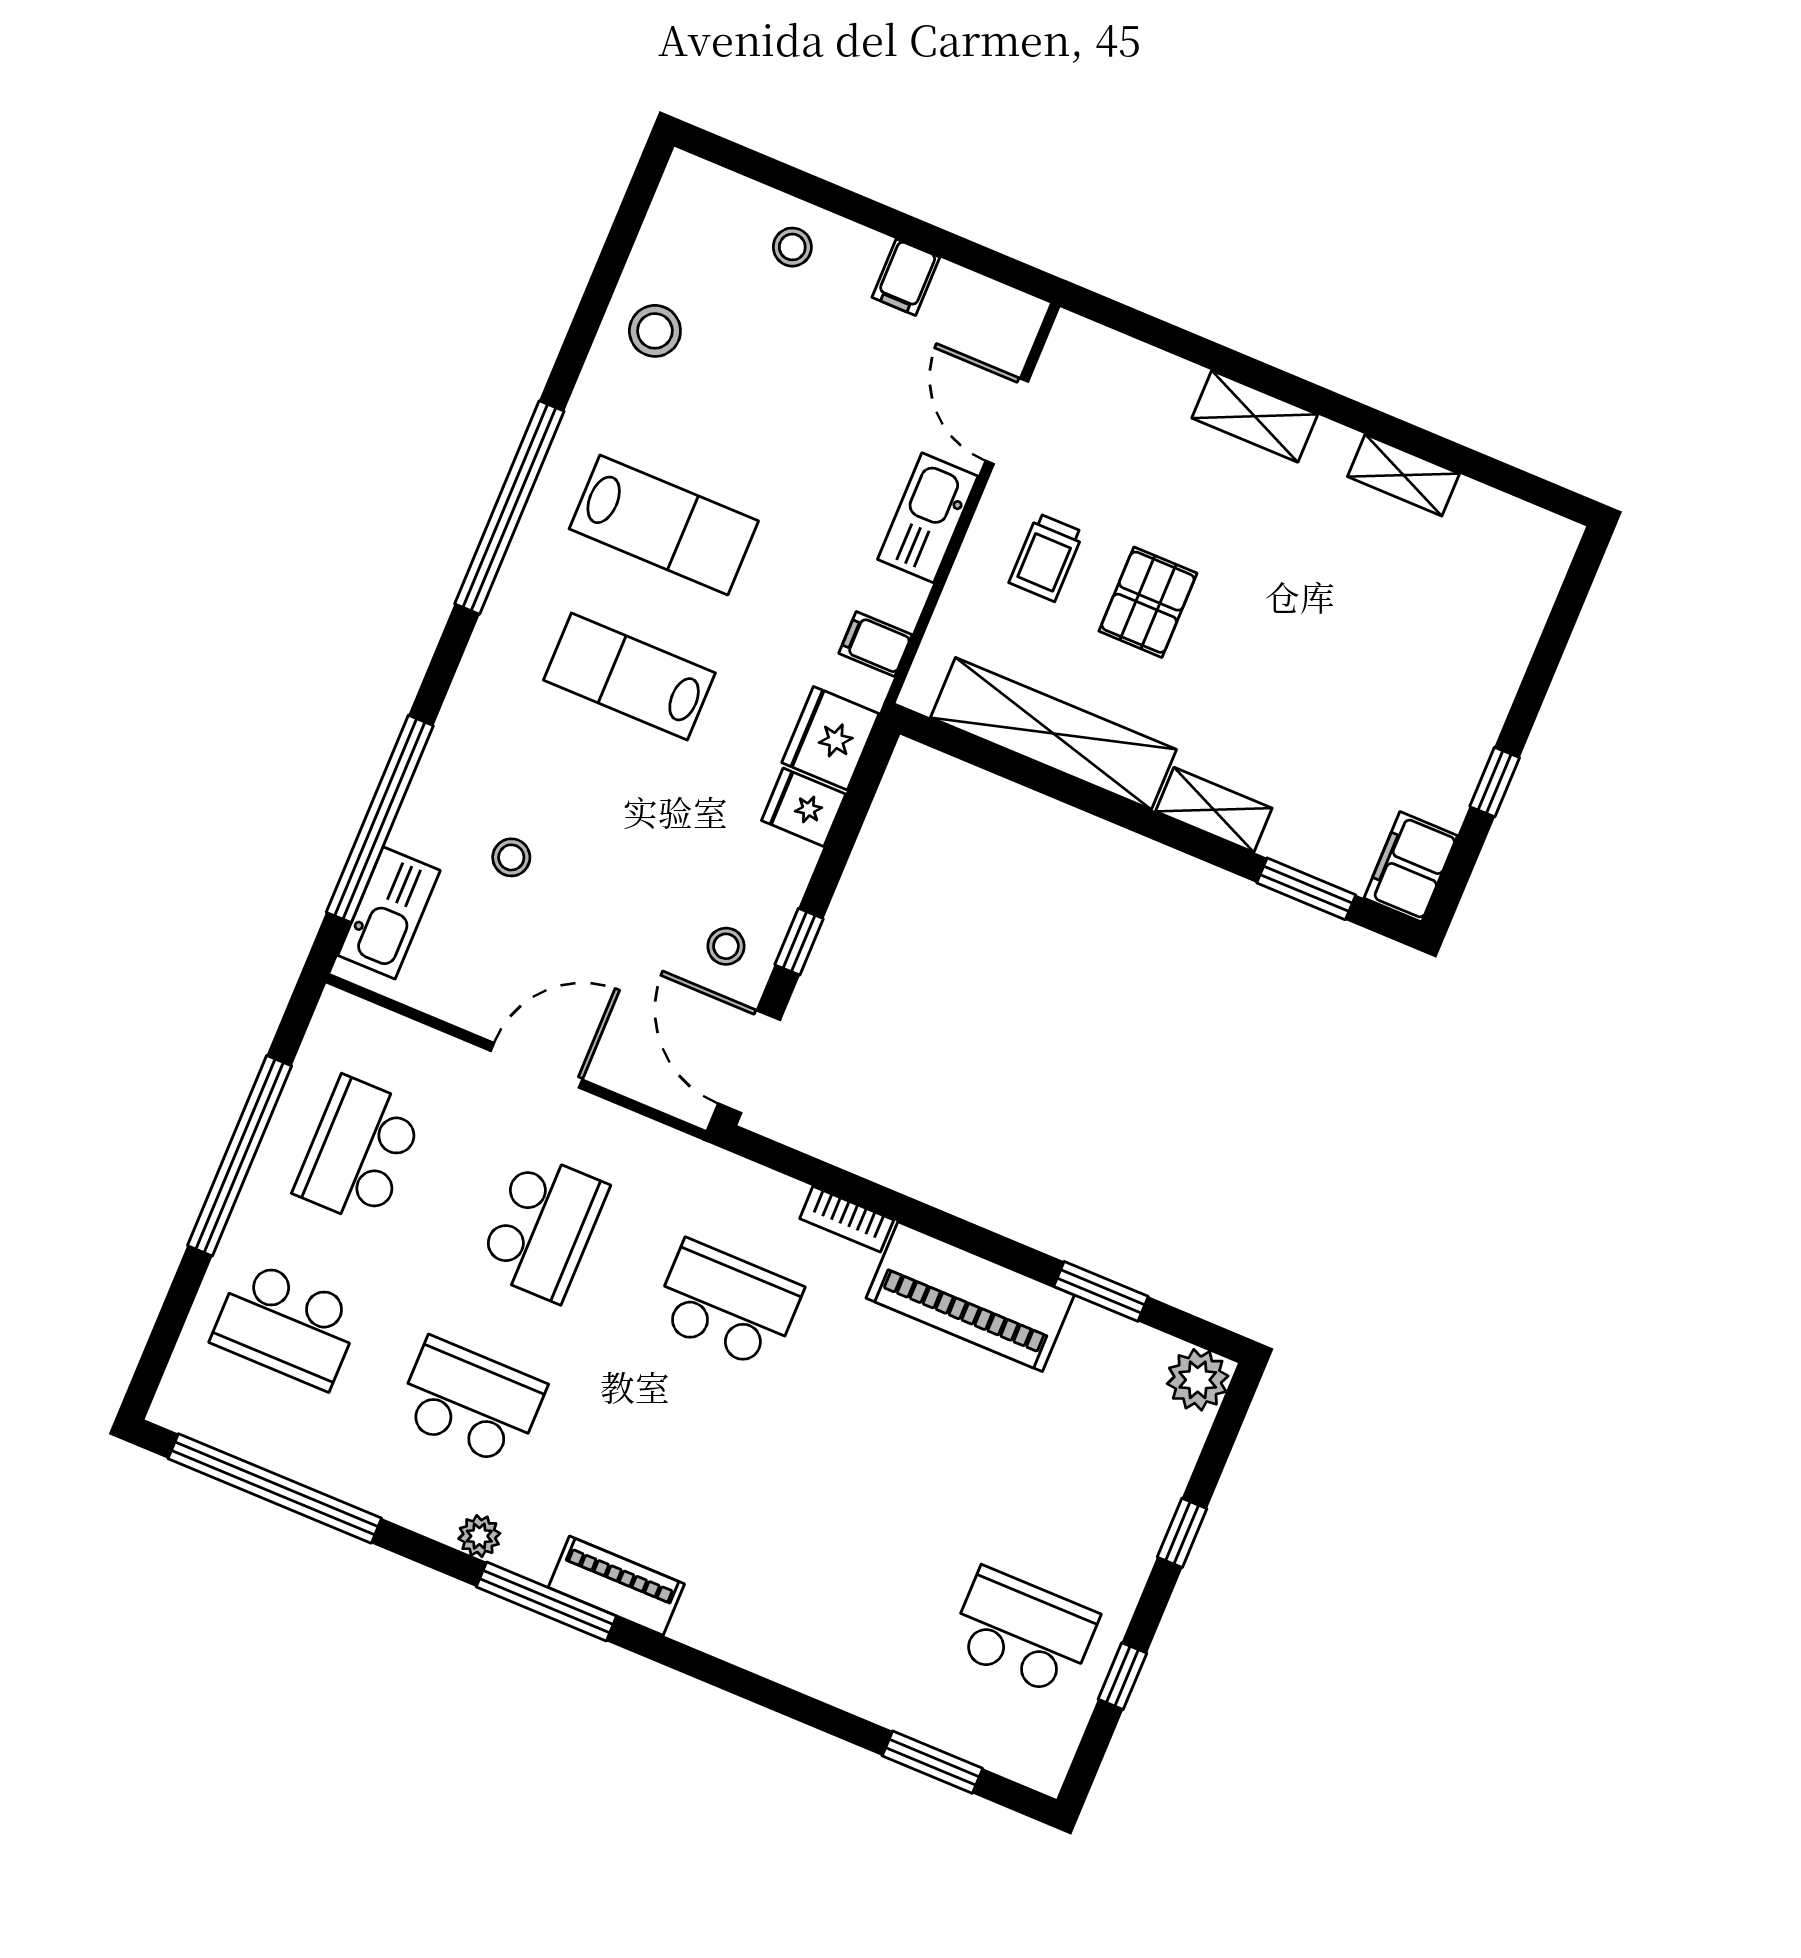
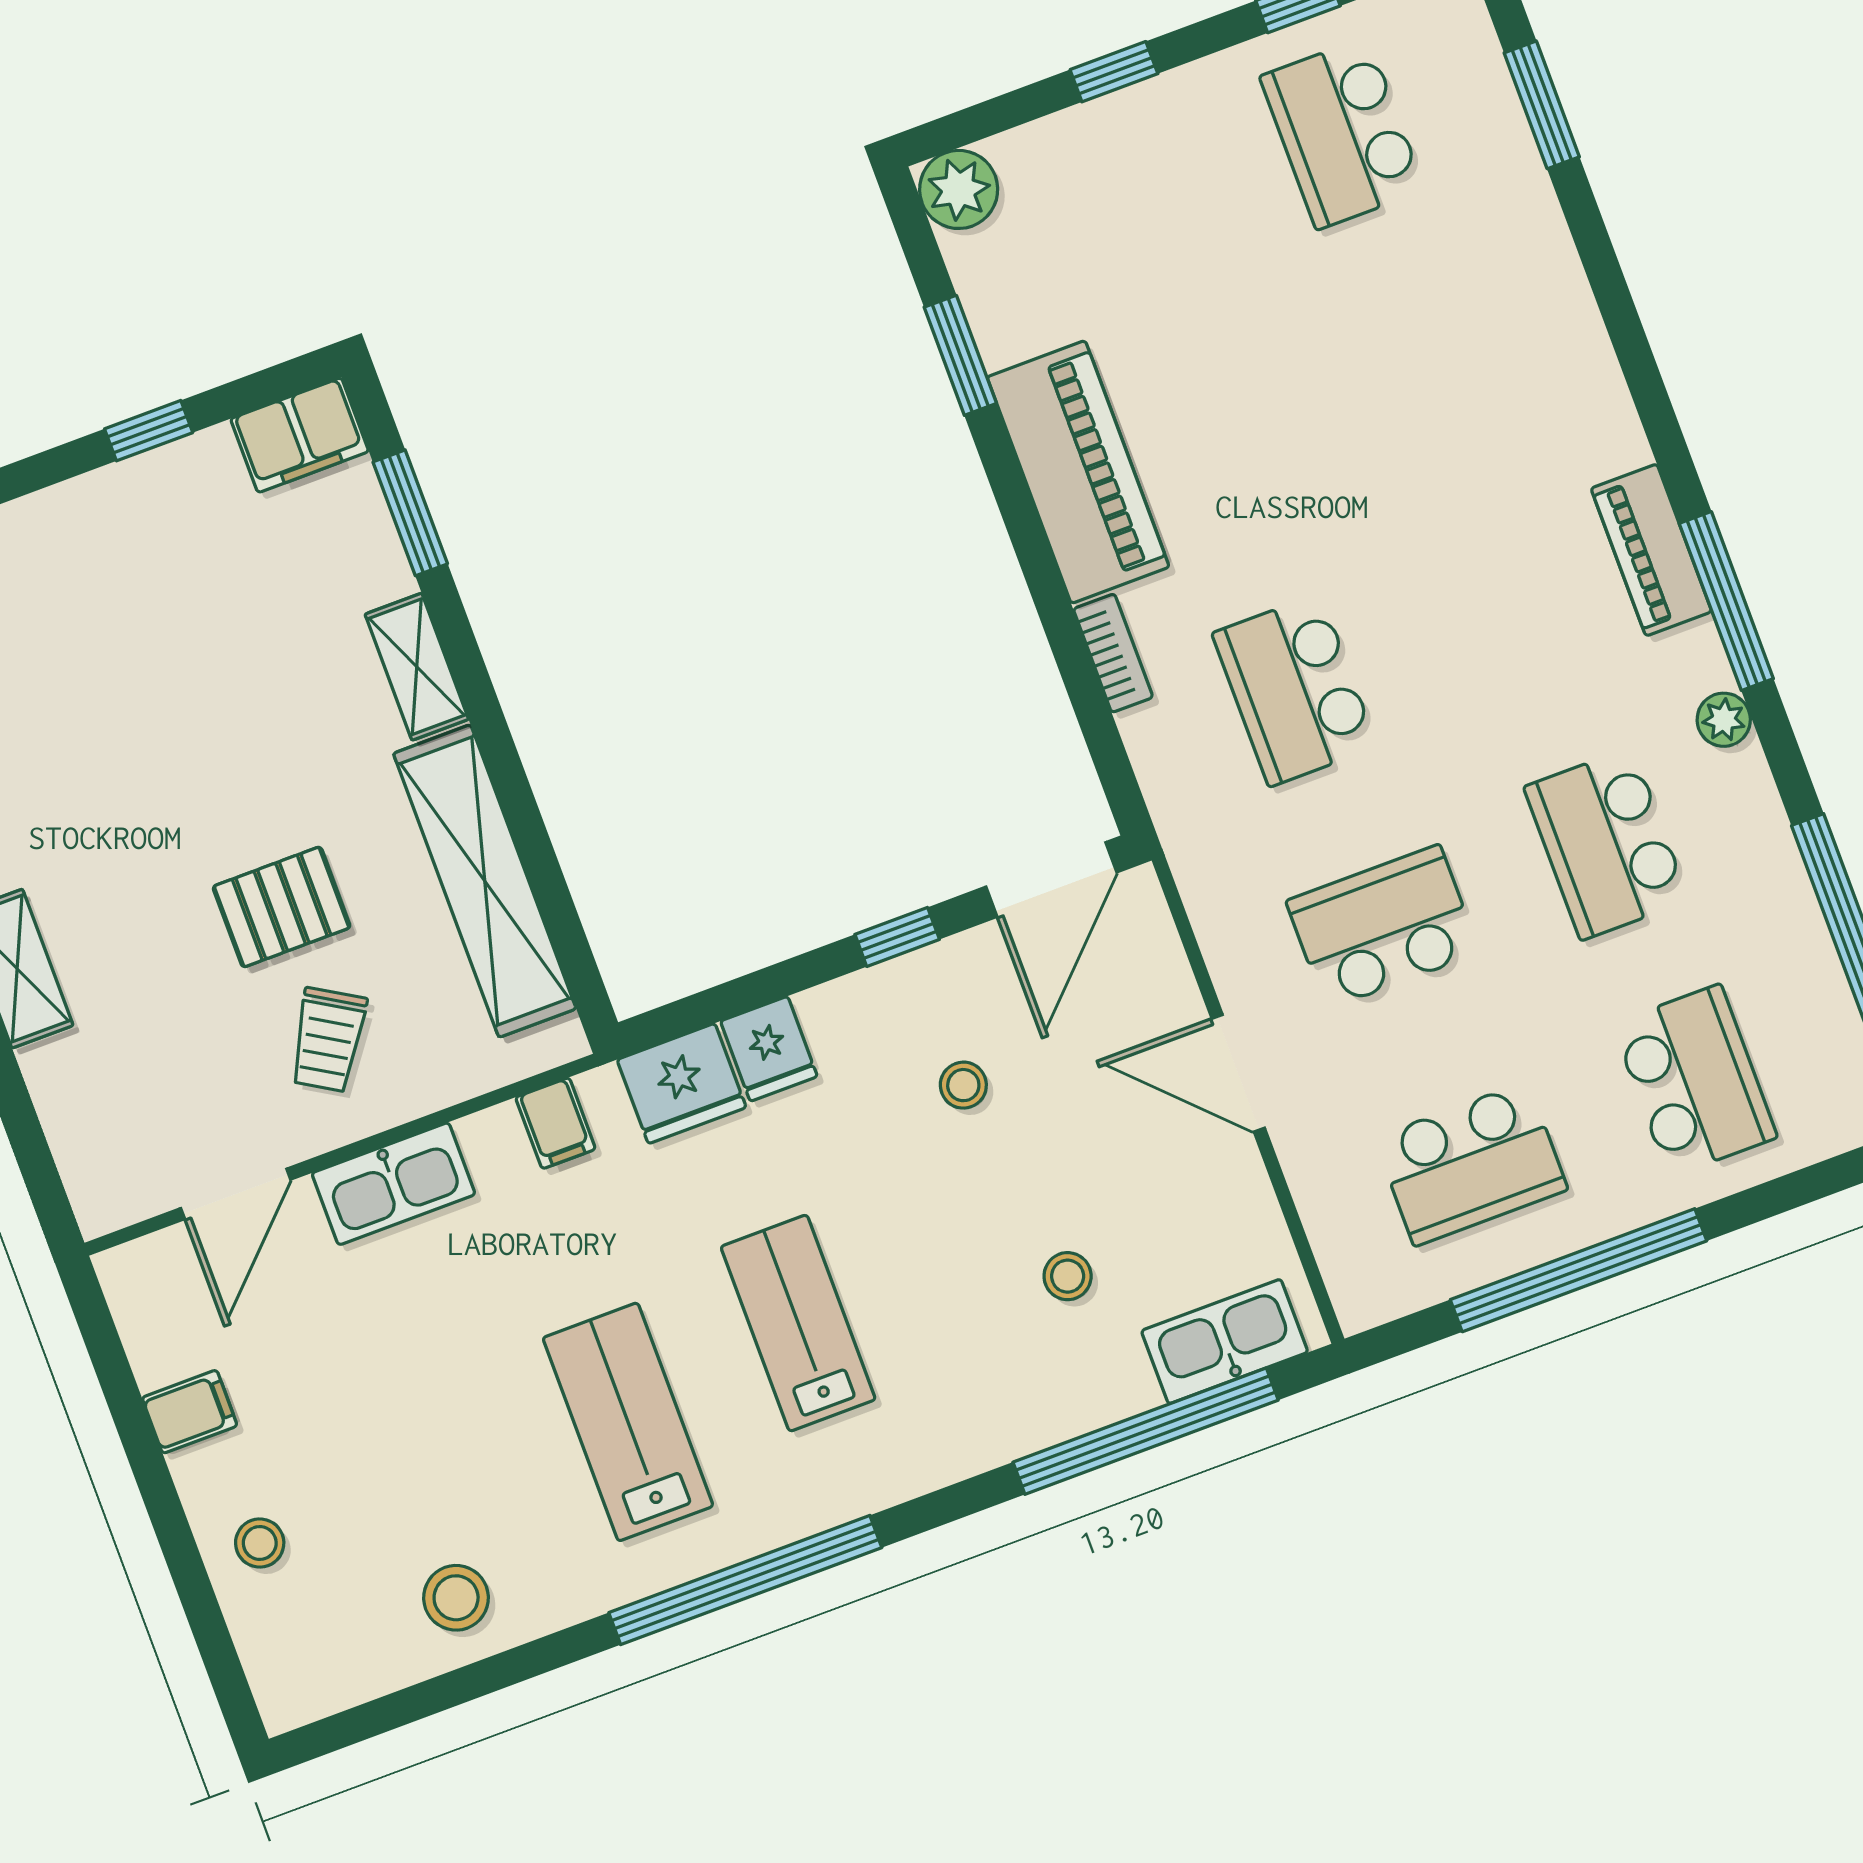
trolley: (1046, 557) -> (328, 1040), turned 121
lab bench: (629, 676) -> (798, 1323), turned 180
stool: (726, 946) -> (963, 1085), moved

